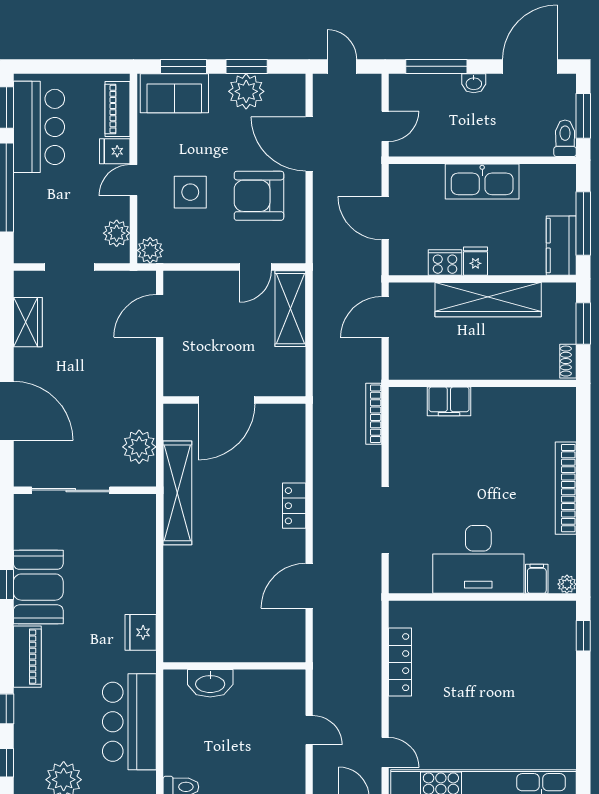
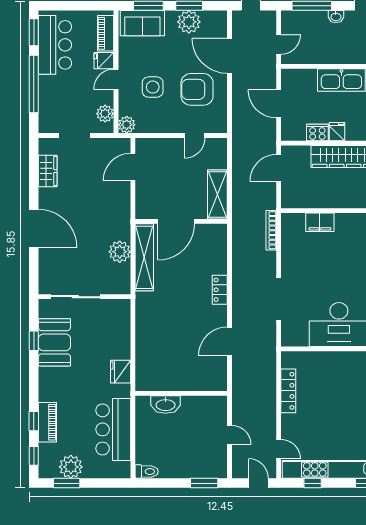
shelving: (290, 309) -> (217, 195), moved
sliding door: (71, 490) -> (75, 297), moved
wall: (85, 490) -> (84, 297), moved
shelving: (177, 493) -> (144, 257), moved
piano: (27, 657) -> (47, 422), moved

